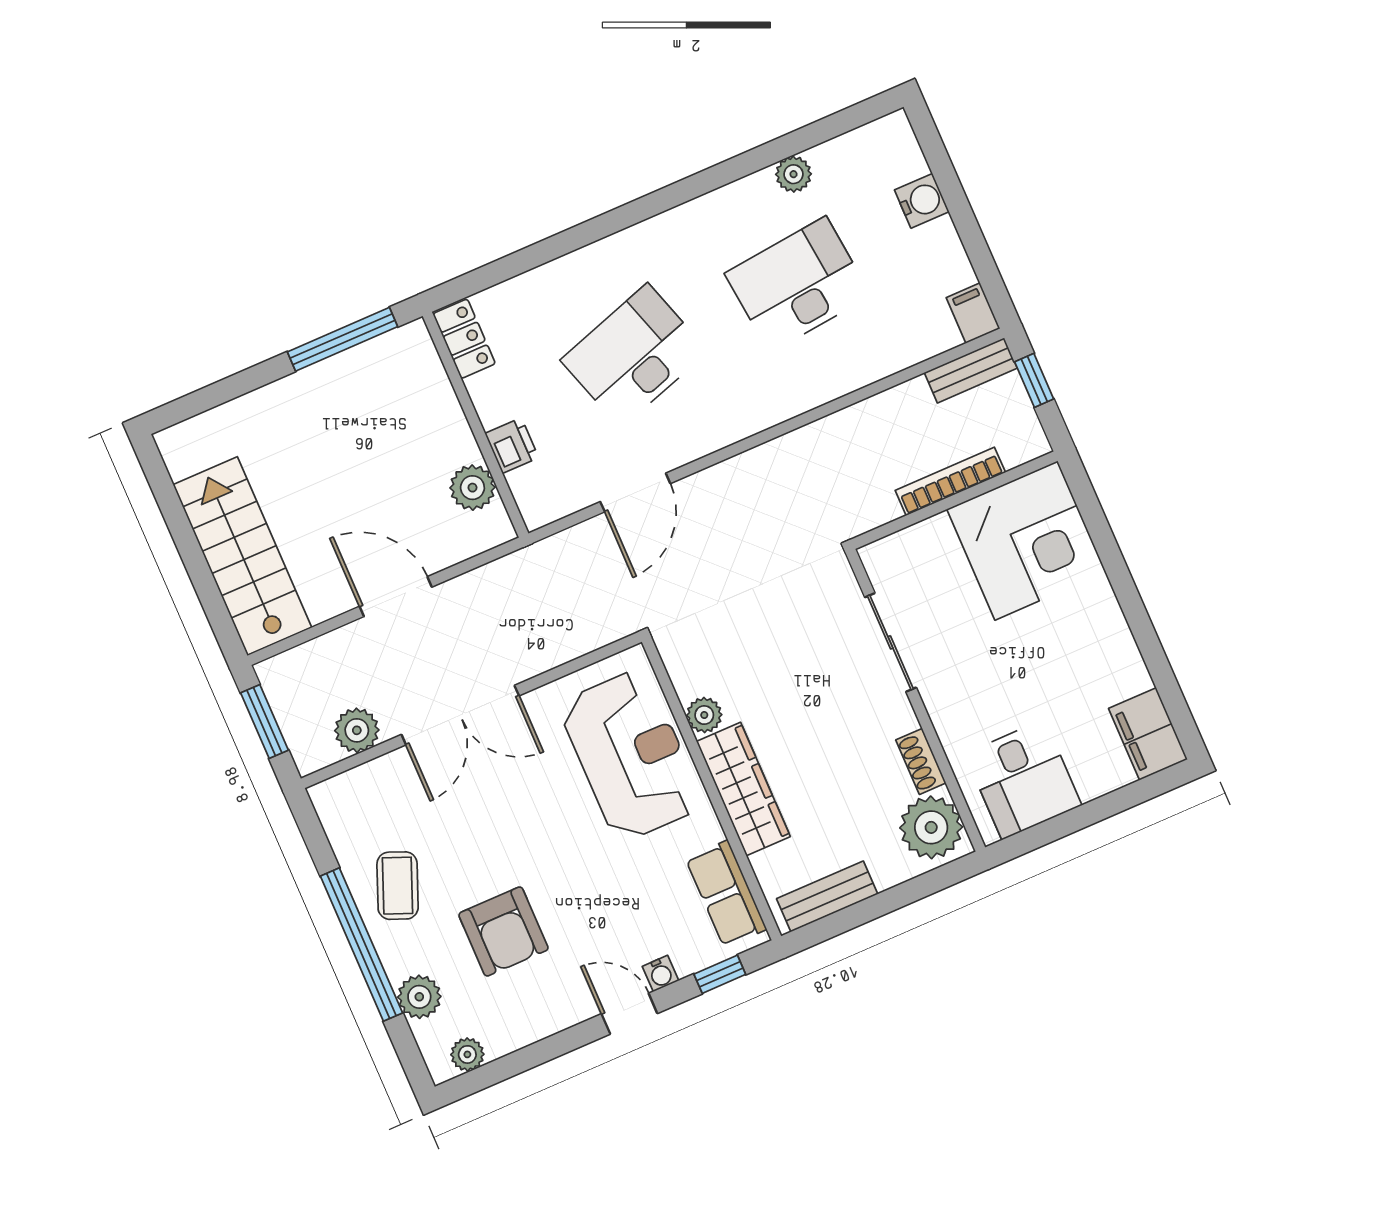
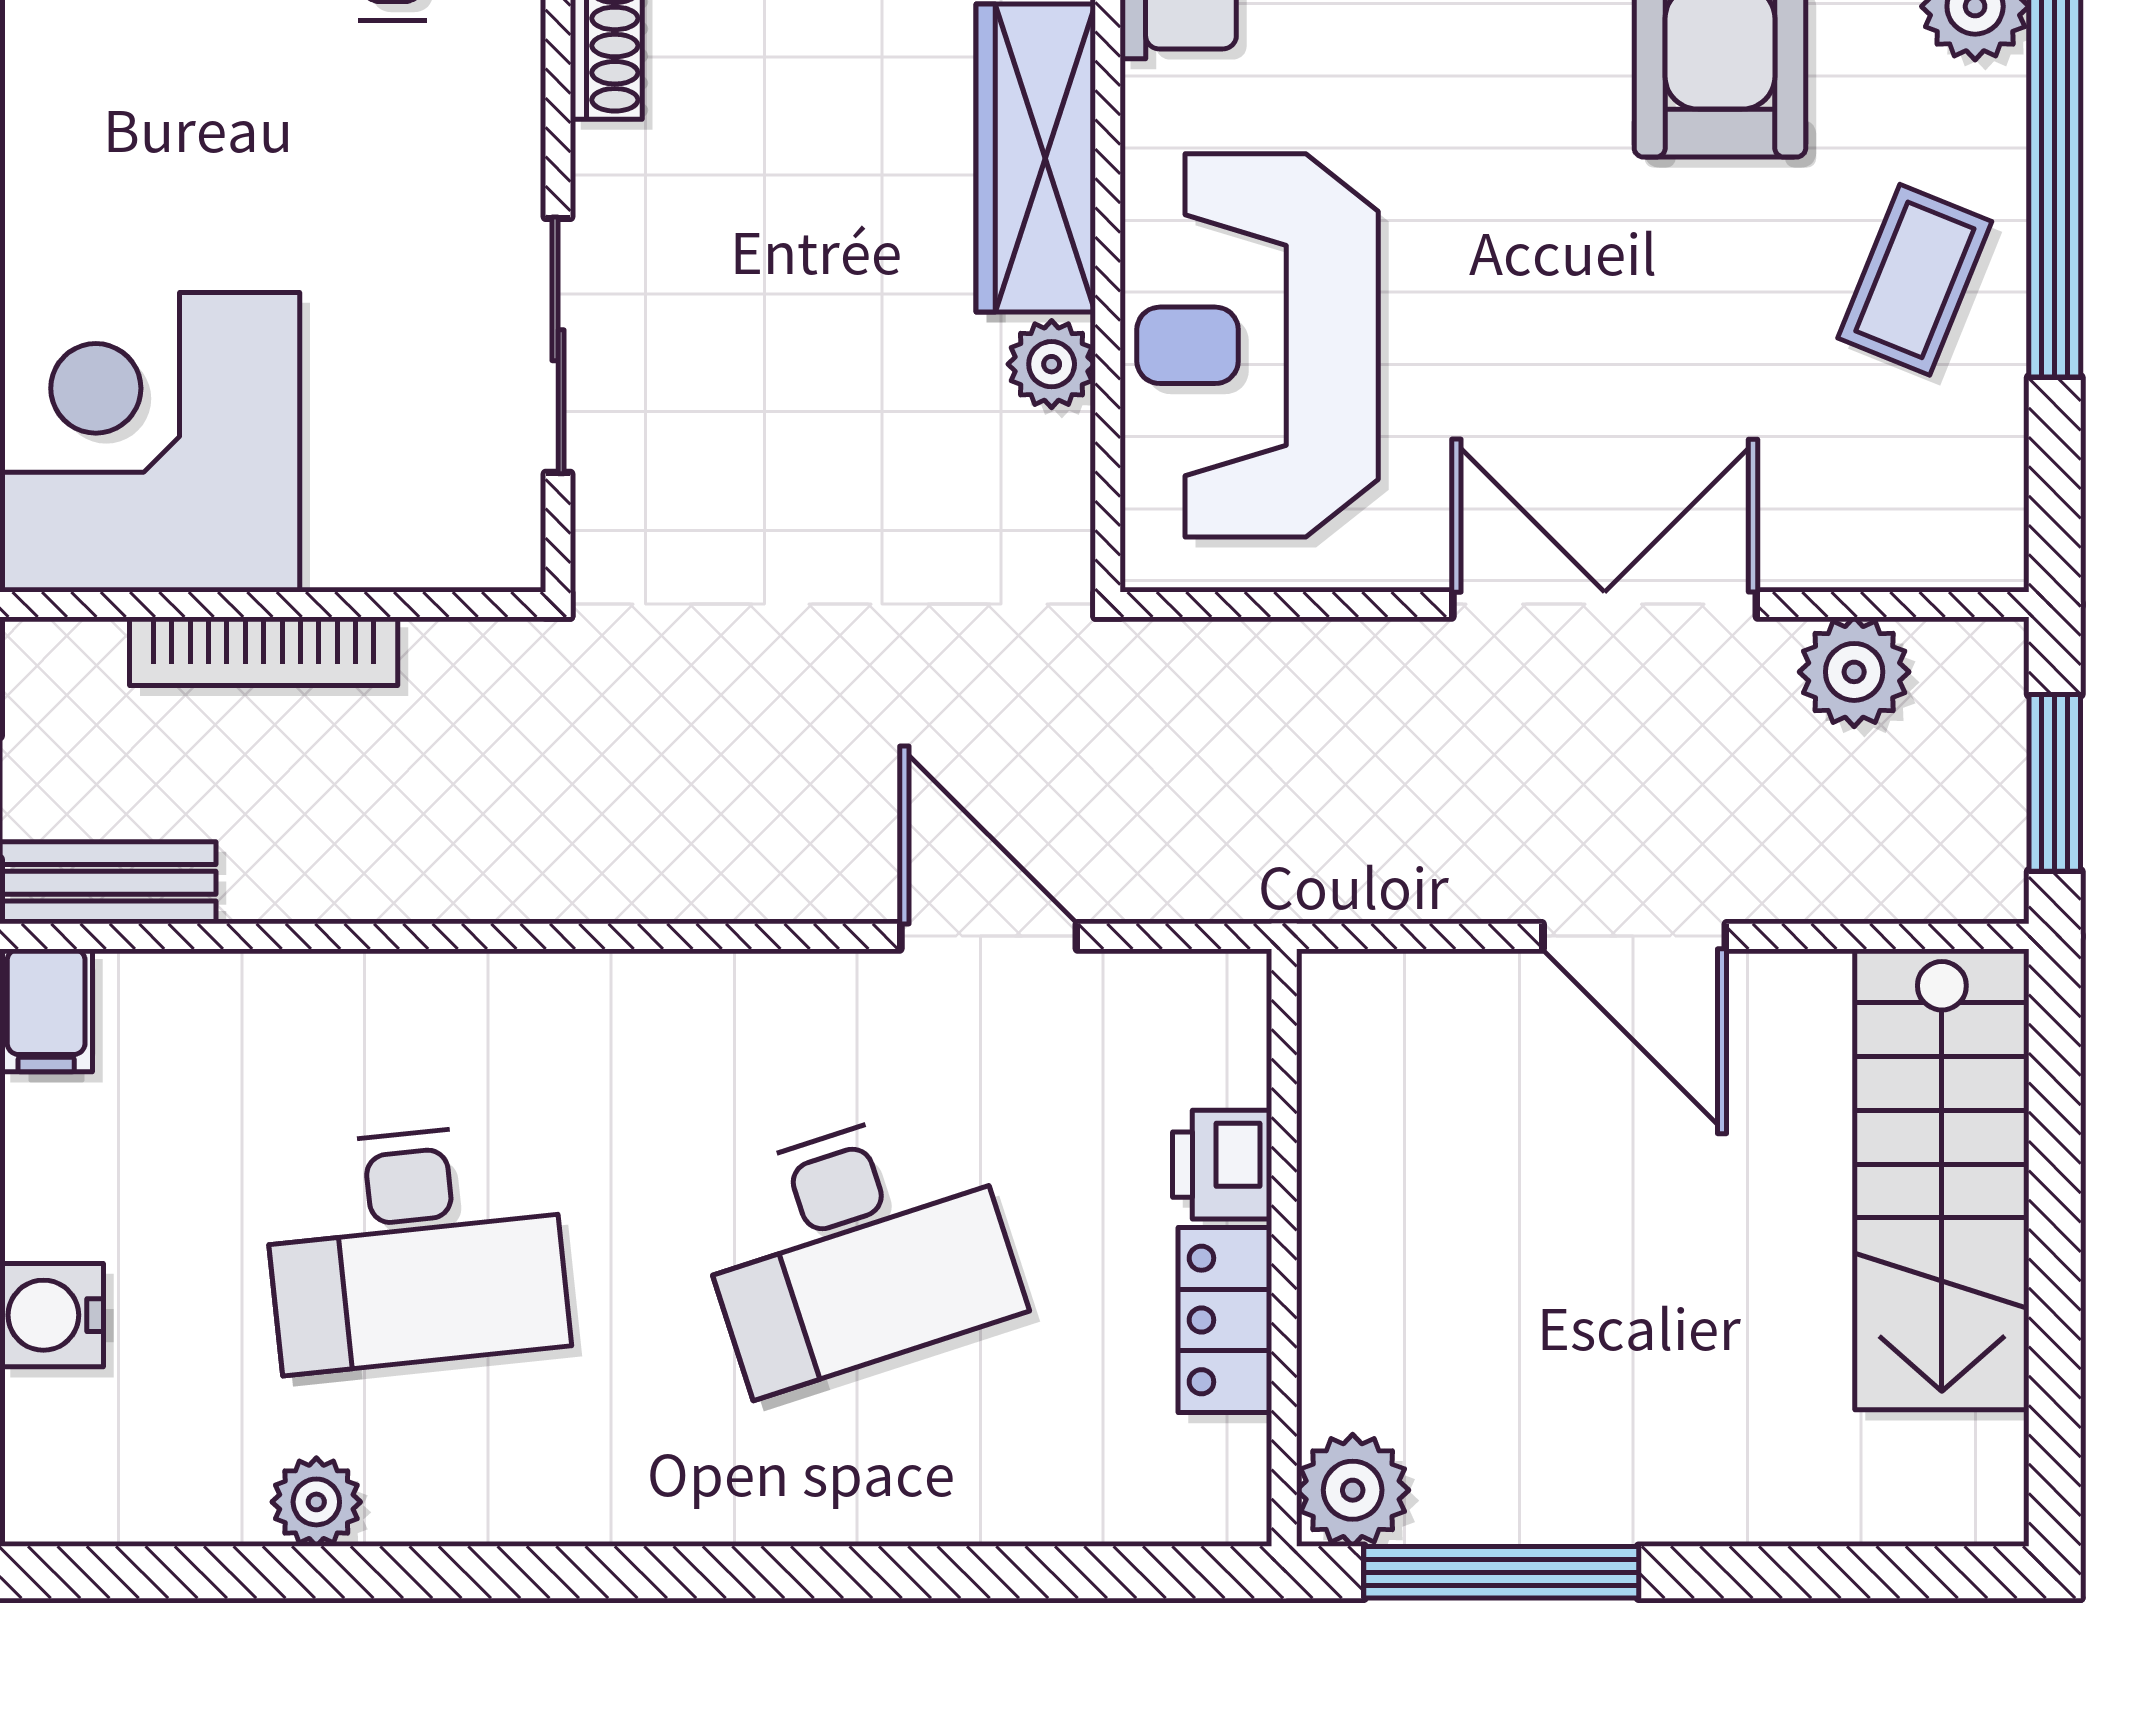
locker: (464, 339) -> (1225, 1320), moved
plant: (472, 488) -> (1353, 1490), moved
door: (635, 493) -> (989, 936), hinge flipped

